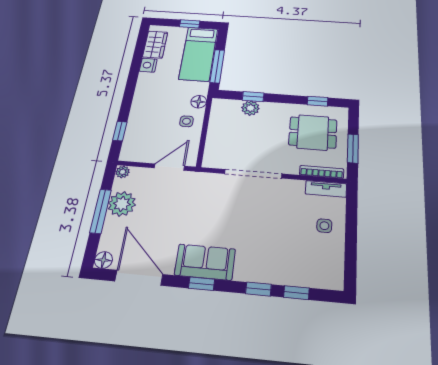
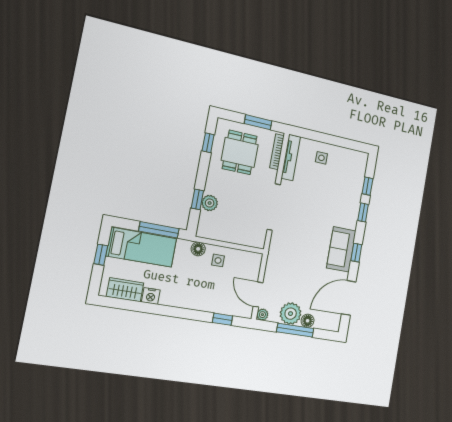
door: (169, 167) -> (258, 295), moved
tv unit: (326, 189) -> (291, 157), width x1.41
floor lamp: (103, 260) -> (308, 321), moved

